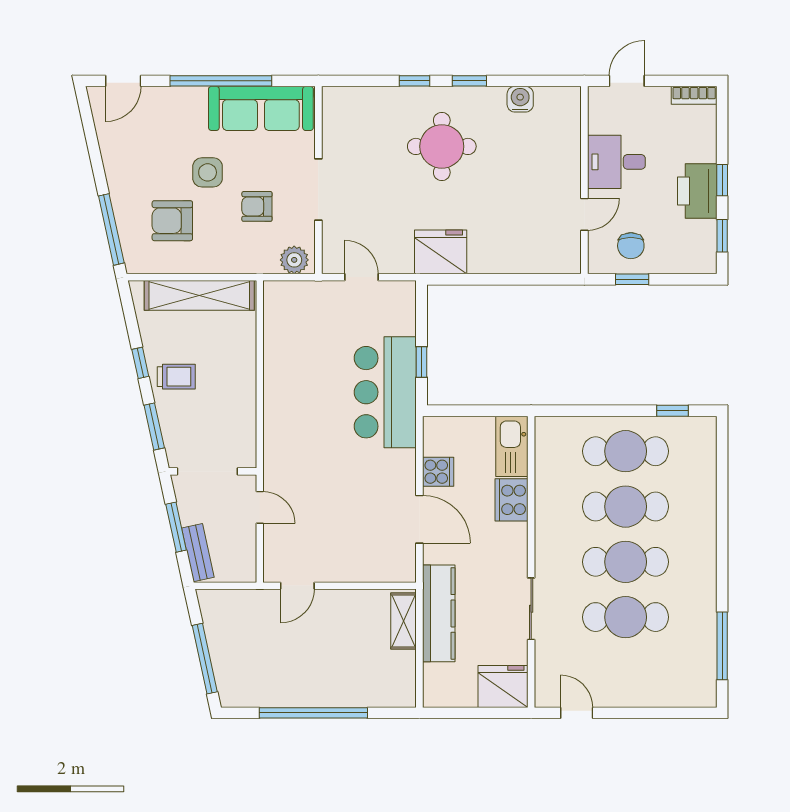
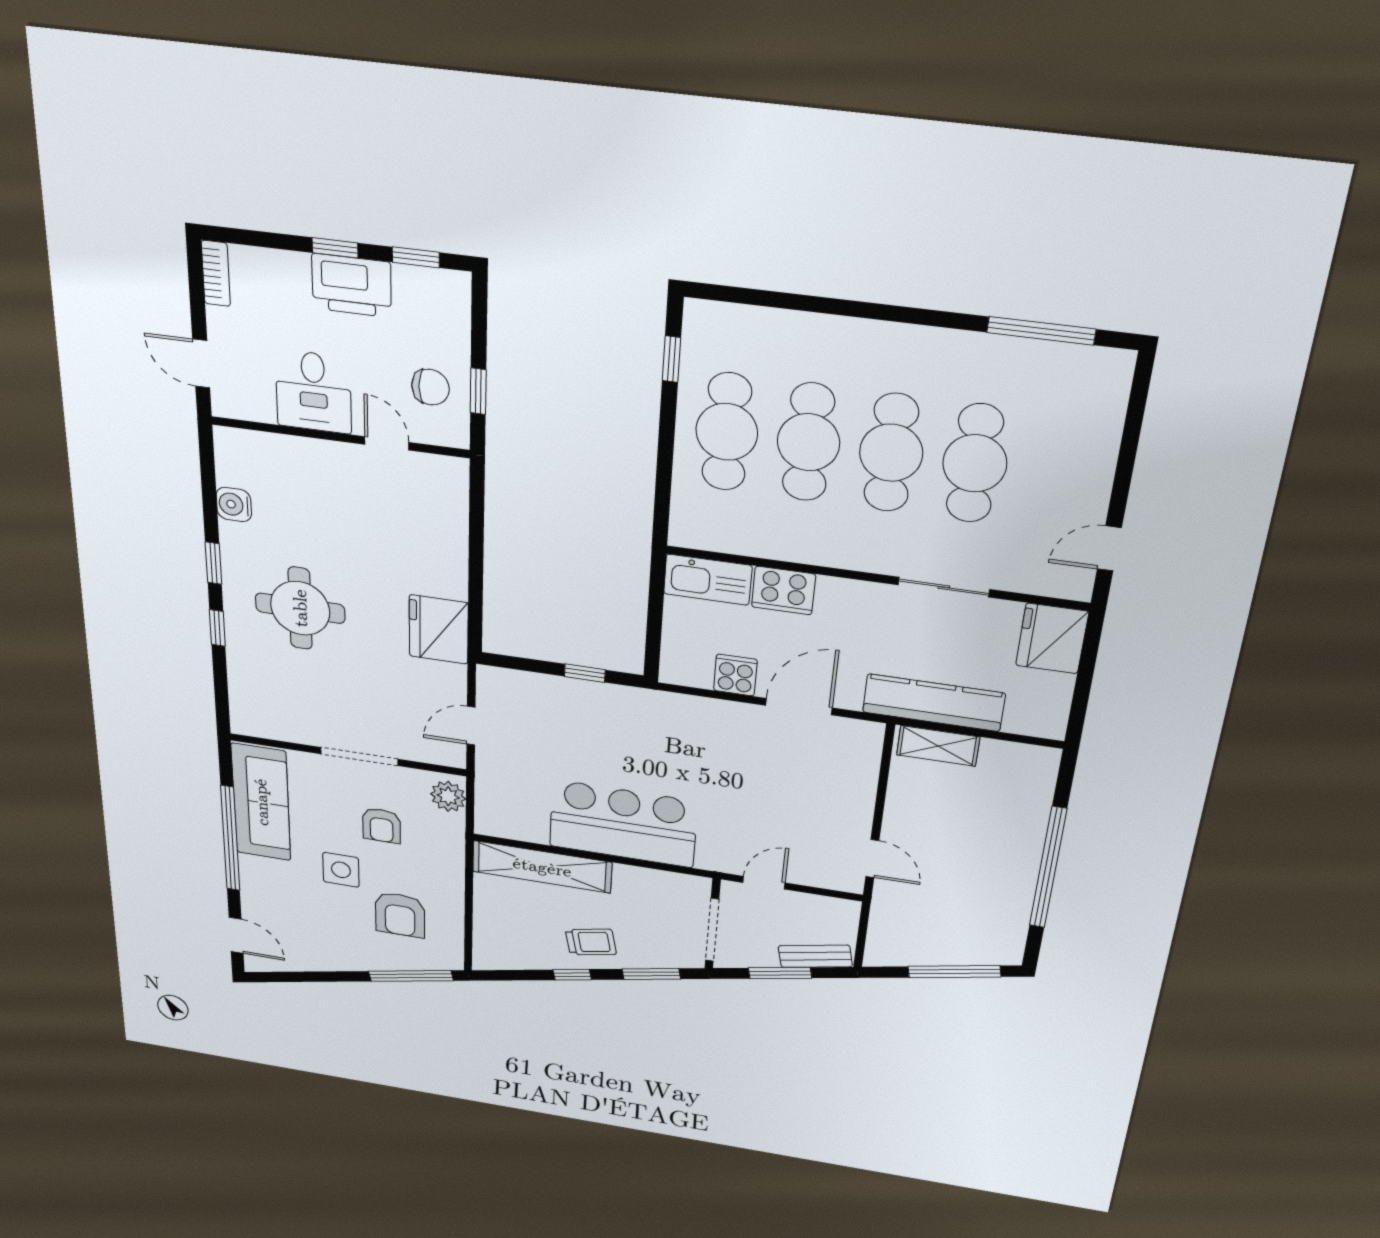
shelving: (199, 295) -> (542, 867), moved, turned 90
trolley: (176, 377) -> (591, 942), turned 78
bar counter: (385, 392) -> (623, 824), moved, turned 180

